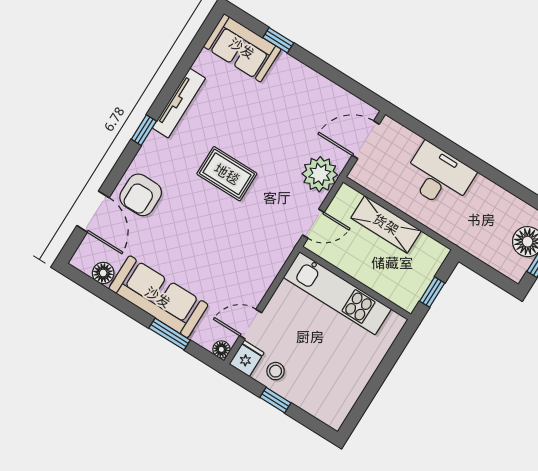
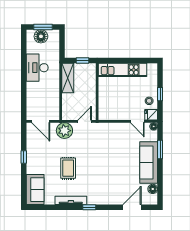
window: (278, 40) -> (24, 157), moved
rug: (227, 174) -> (68, 168), moved
desk: (439, 176) -> (37, 68), moved
armchair: (141, 195) -> (114, 193), removed
door: (313, 224) -> (85, 121), hinge flipped
shelving: (386, 224) -> (68, 78), moved
kitchen unit: (337, 293) -> (123, 70), moved, turned 90

